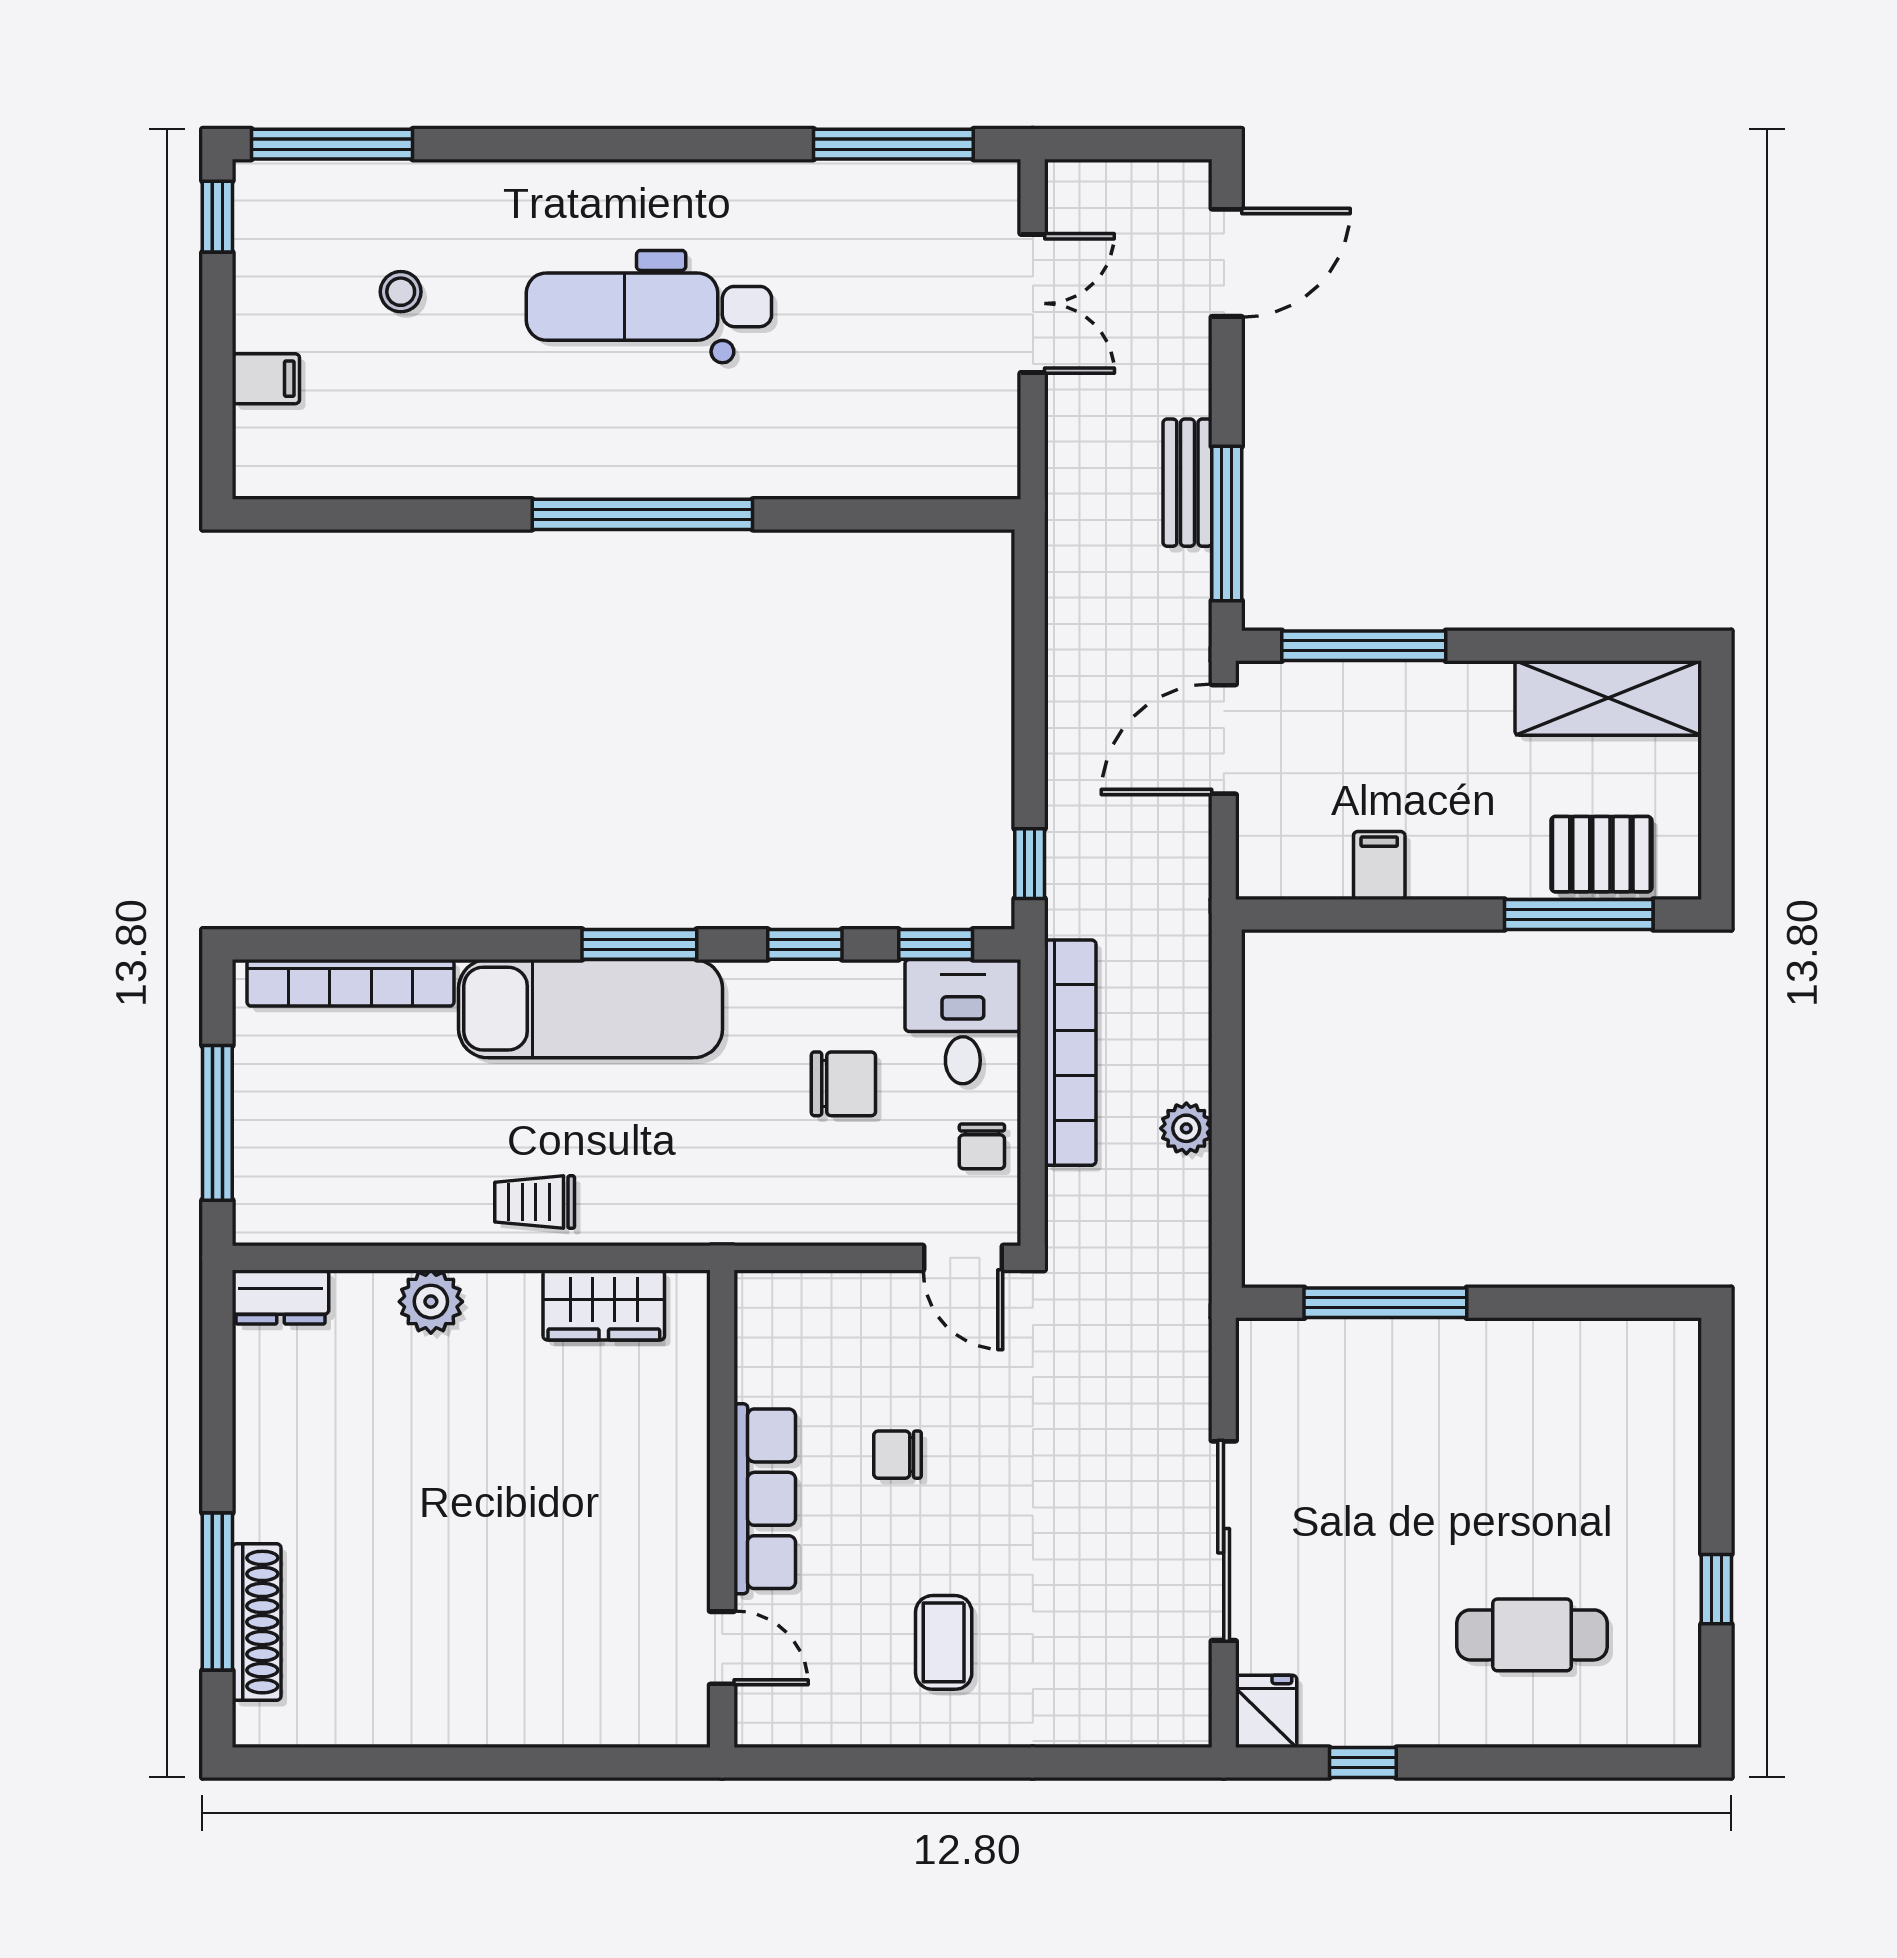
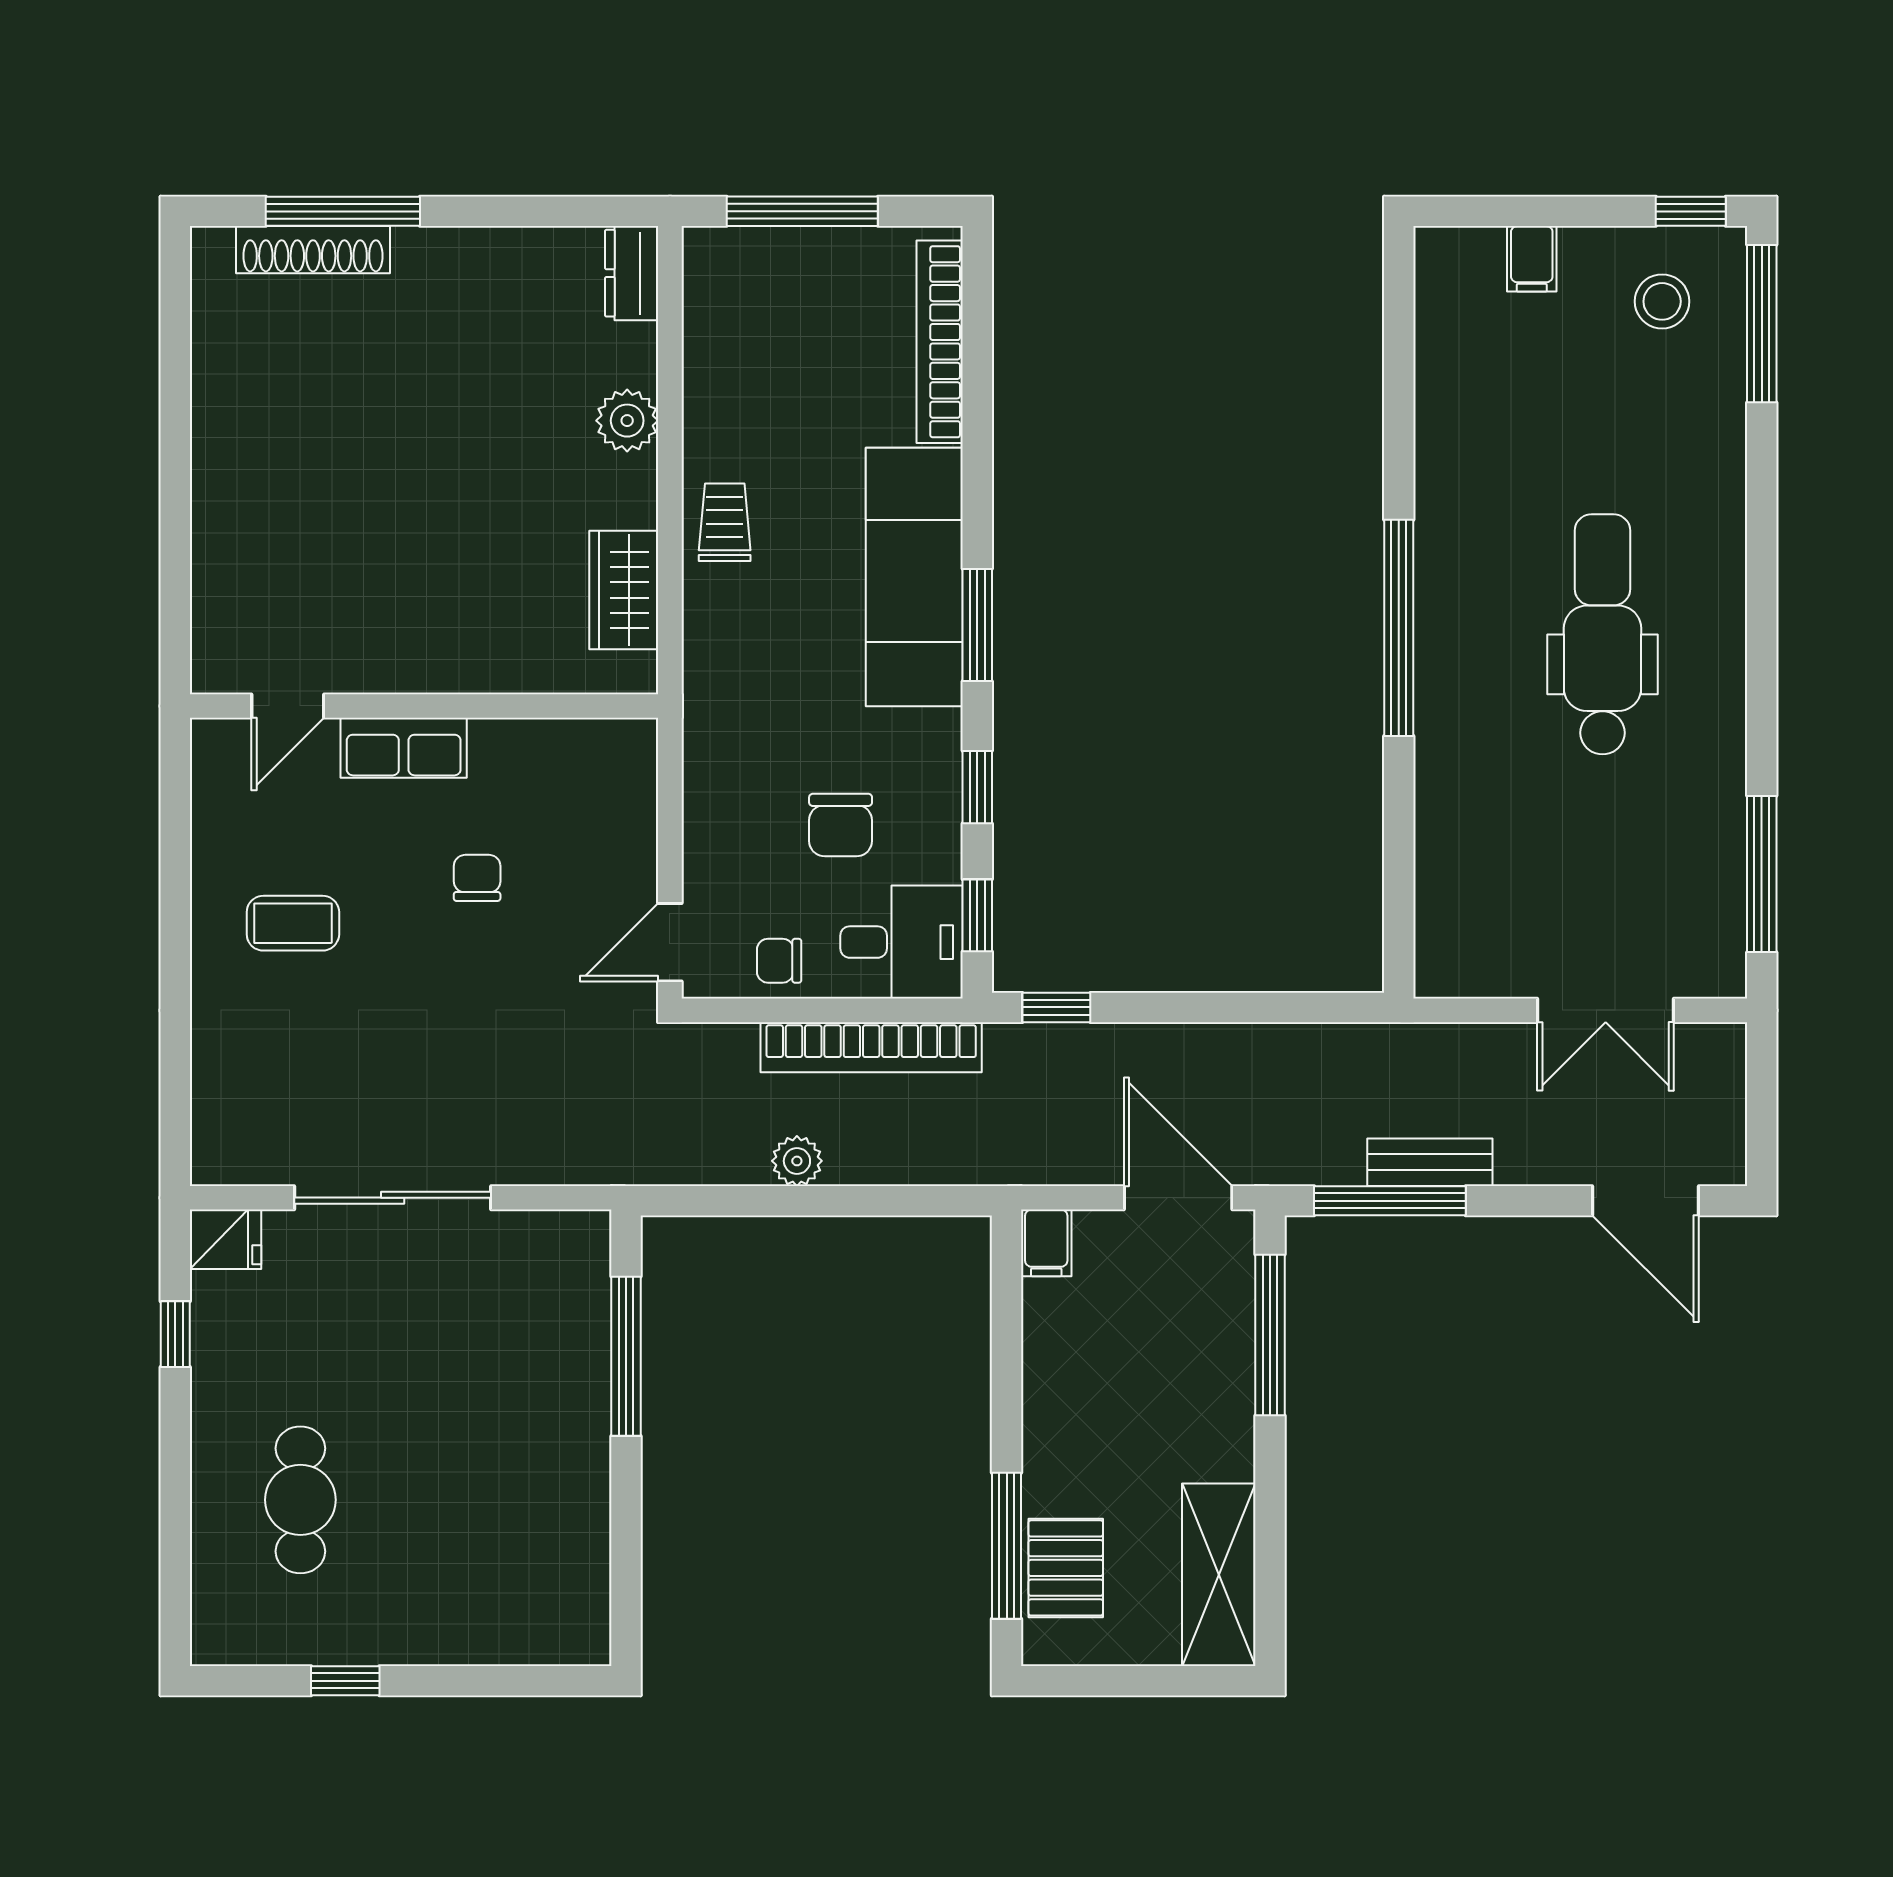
stool: (401, 292) -> (1662, 301), moved, width x1.37, depth x1.37
filing cabinet: (1379, 865) -> (1046, 1243), moved, turned 90
row of seats: (765, 1499) -> (404, 748), width x0.68

